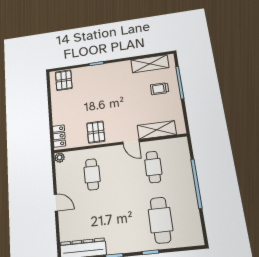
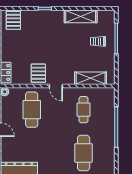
shelving: (150, 64) -> (81, 16), moved
door: (131, 142) -> (56, 86), moved
cafe table: (92, 174) -> (32, 110), width x1.37, depth x1.35

